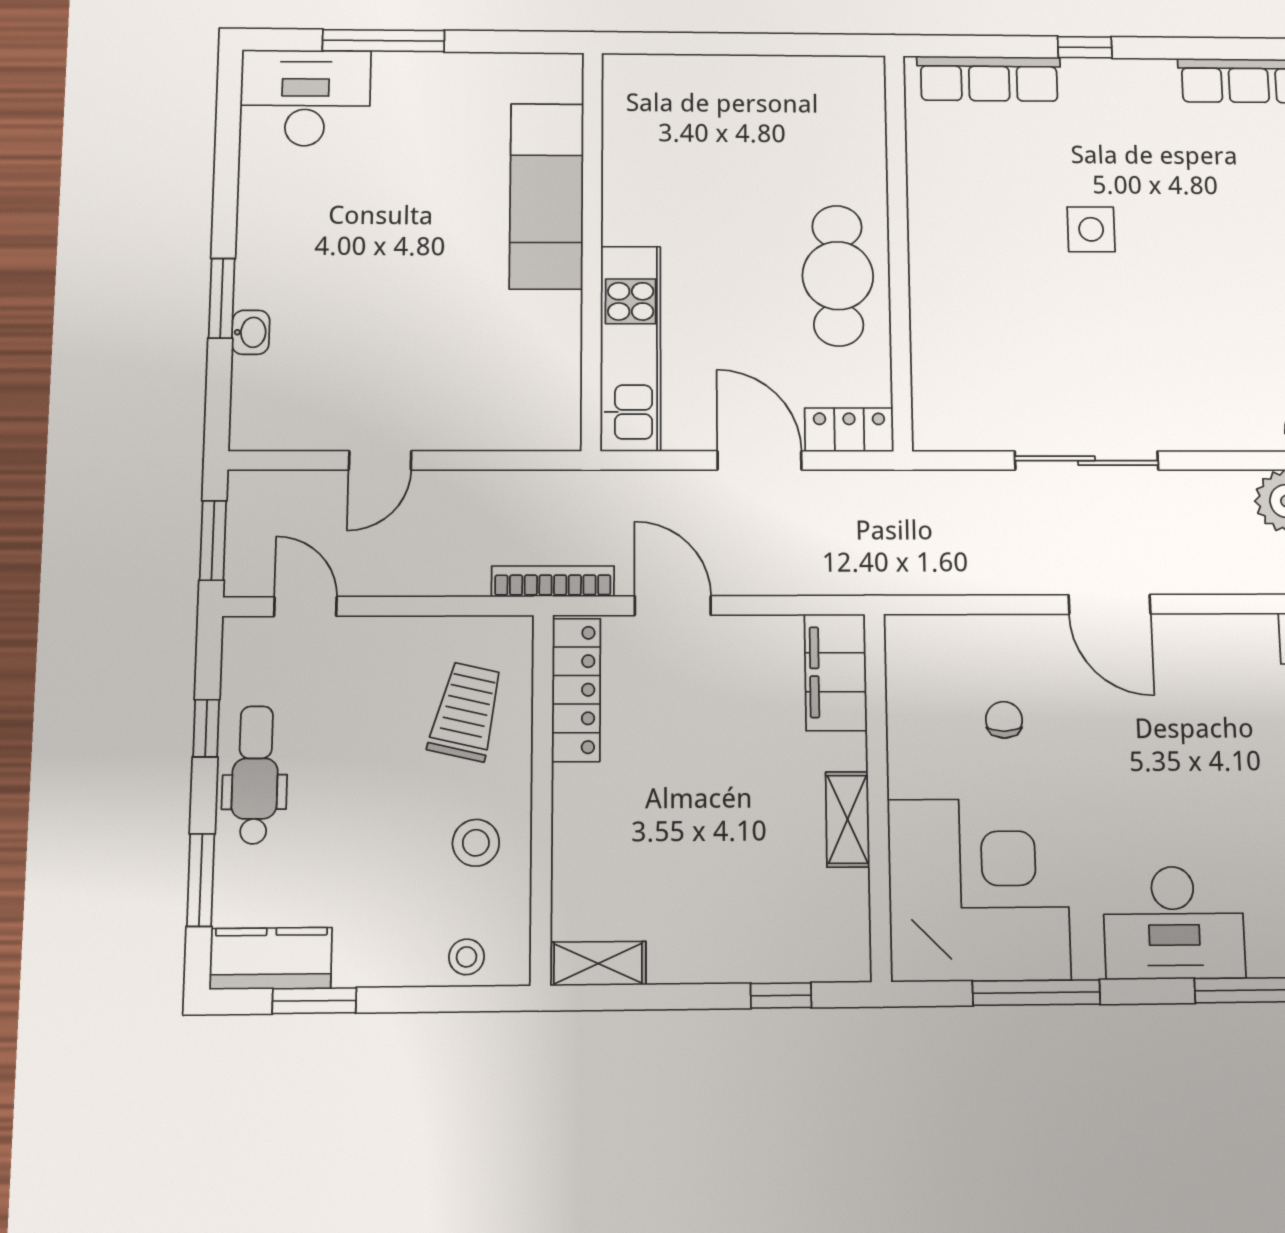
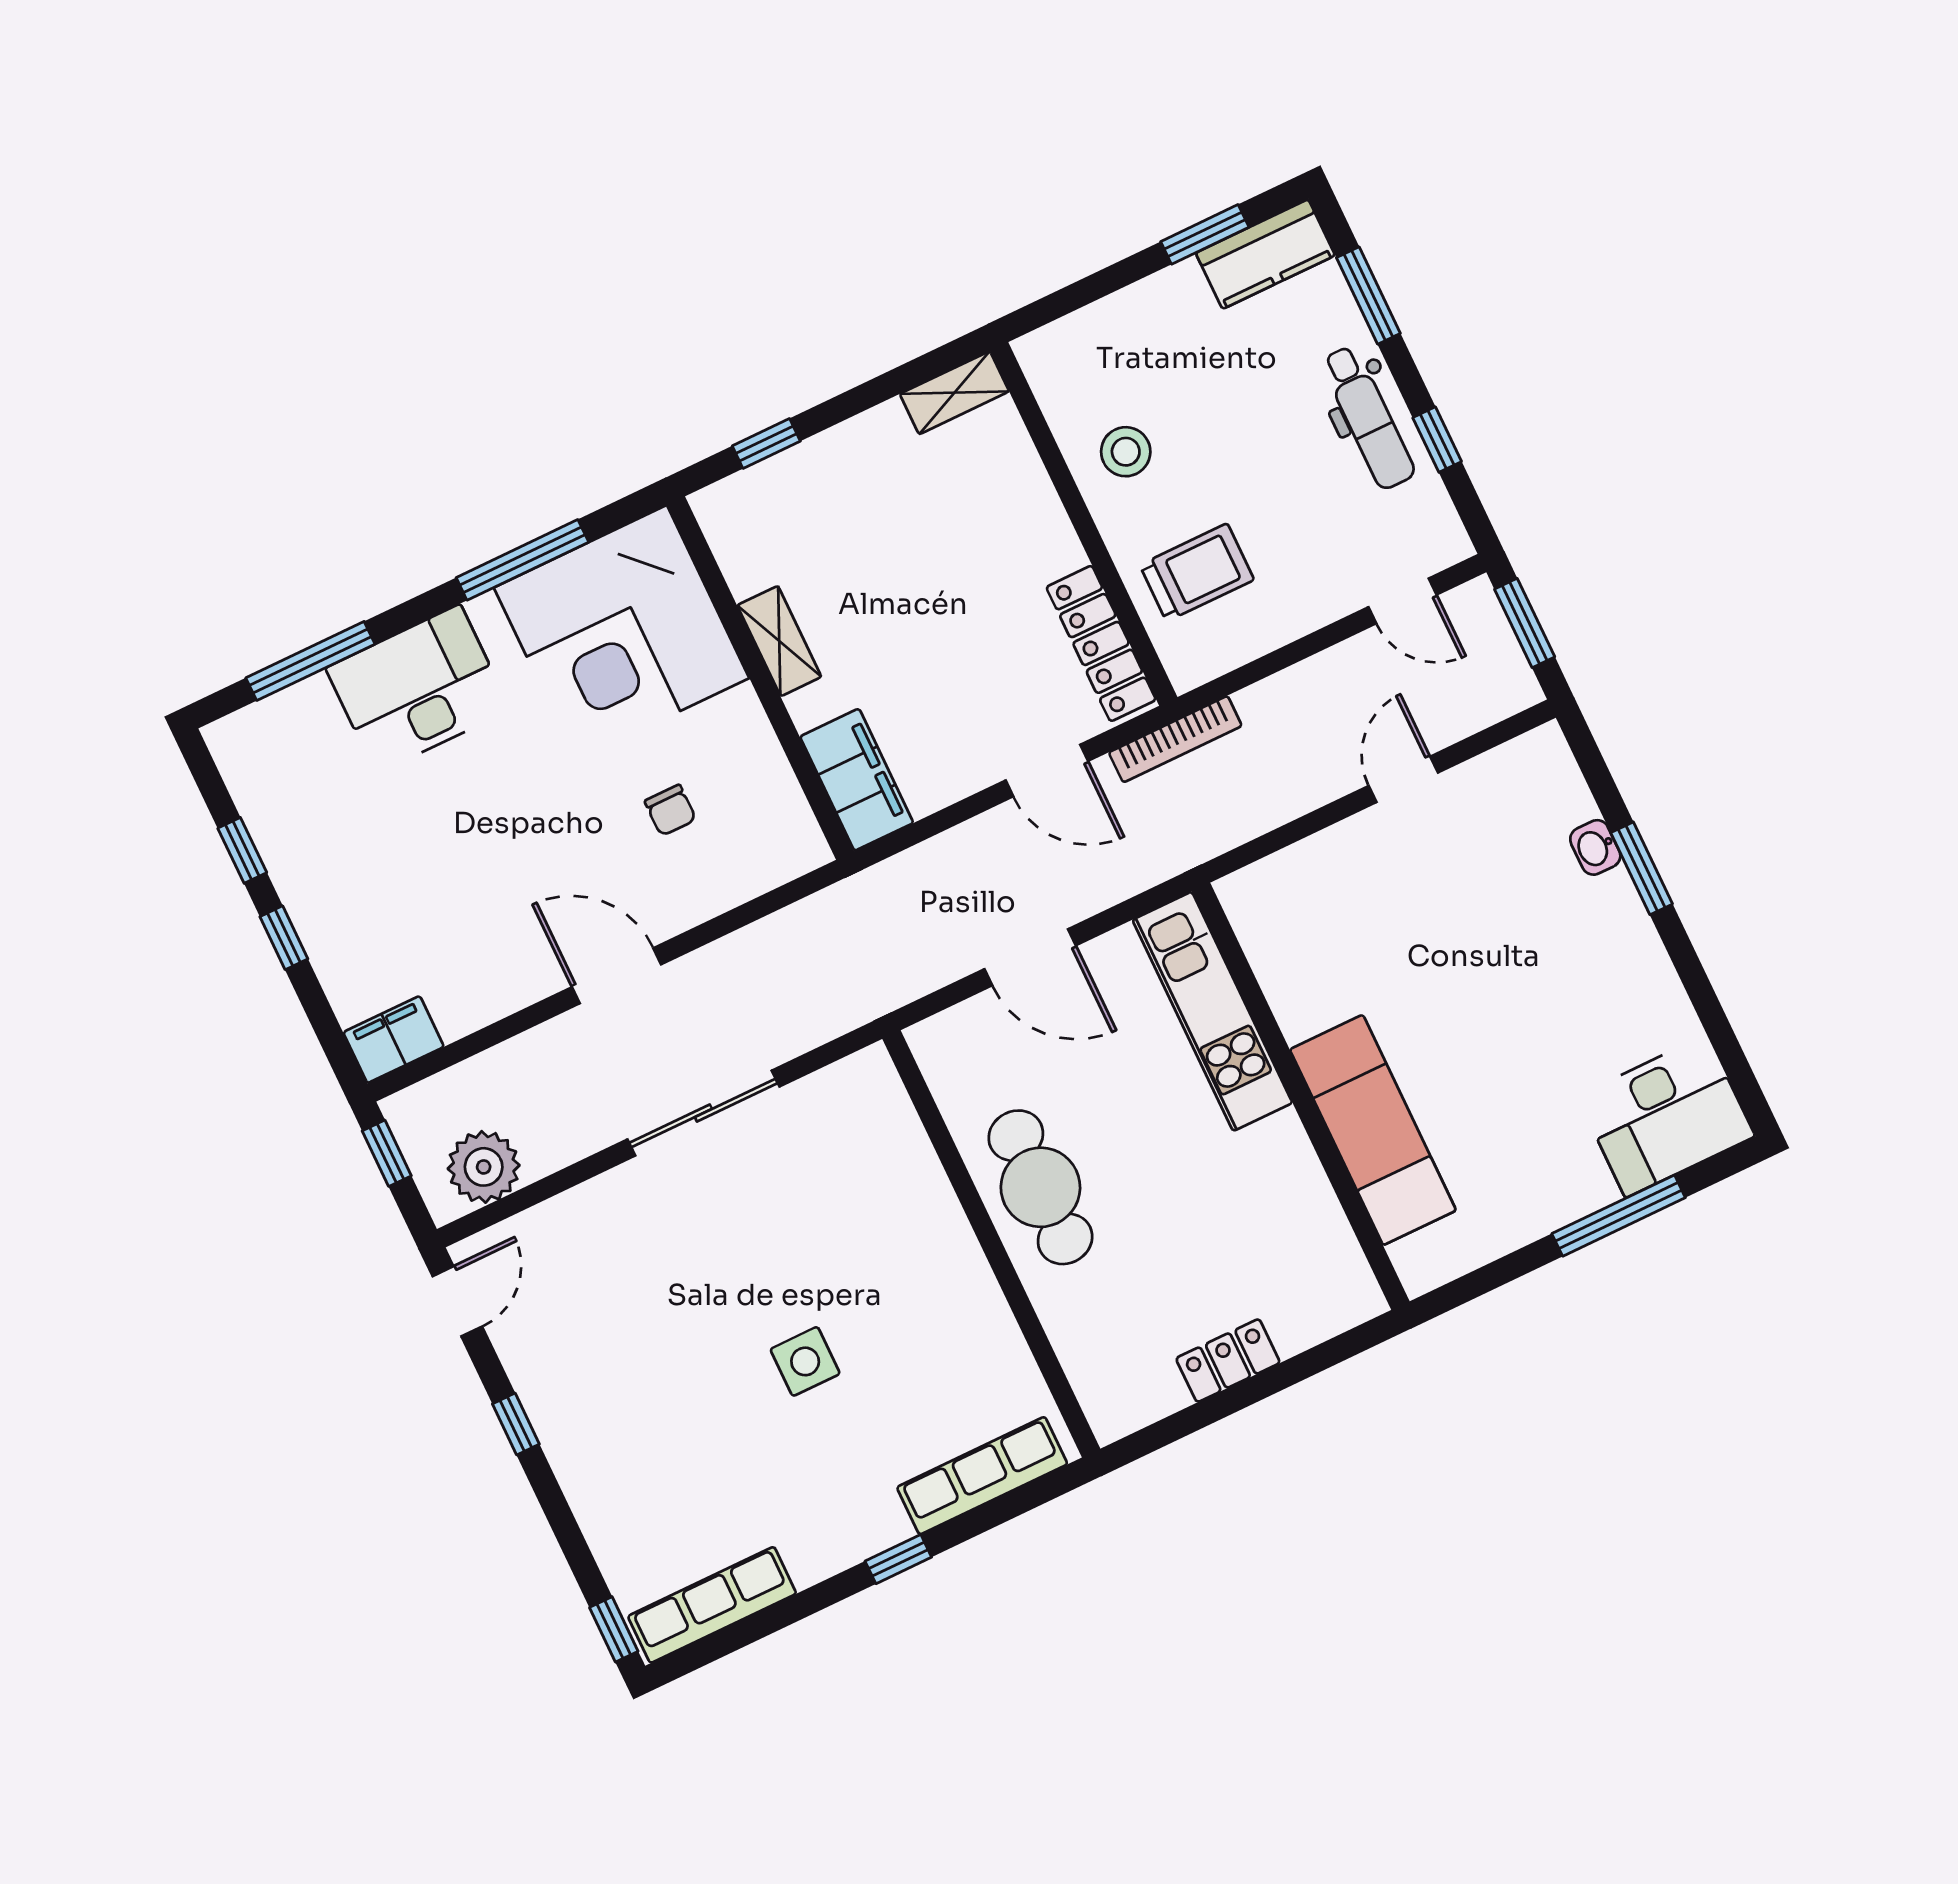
locker: (849, 430) -> (1228, 1361), moved, turned 180
trolley: (466, 712) -> (1197, 572), turned -103
stool: (467, 957) -> (1082, 341), removed

